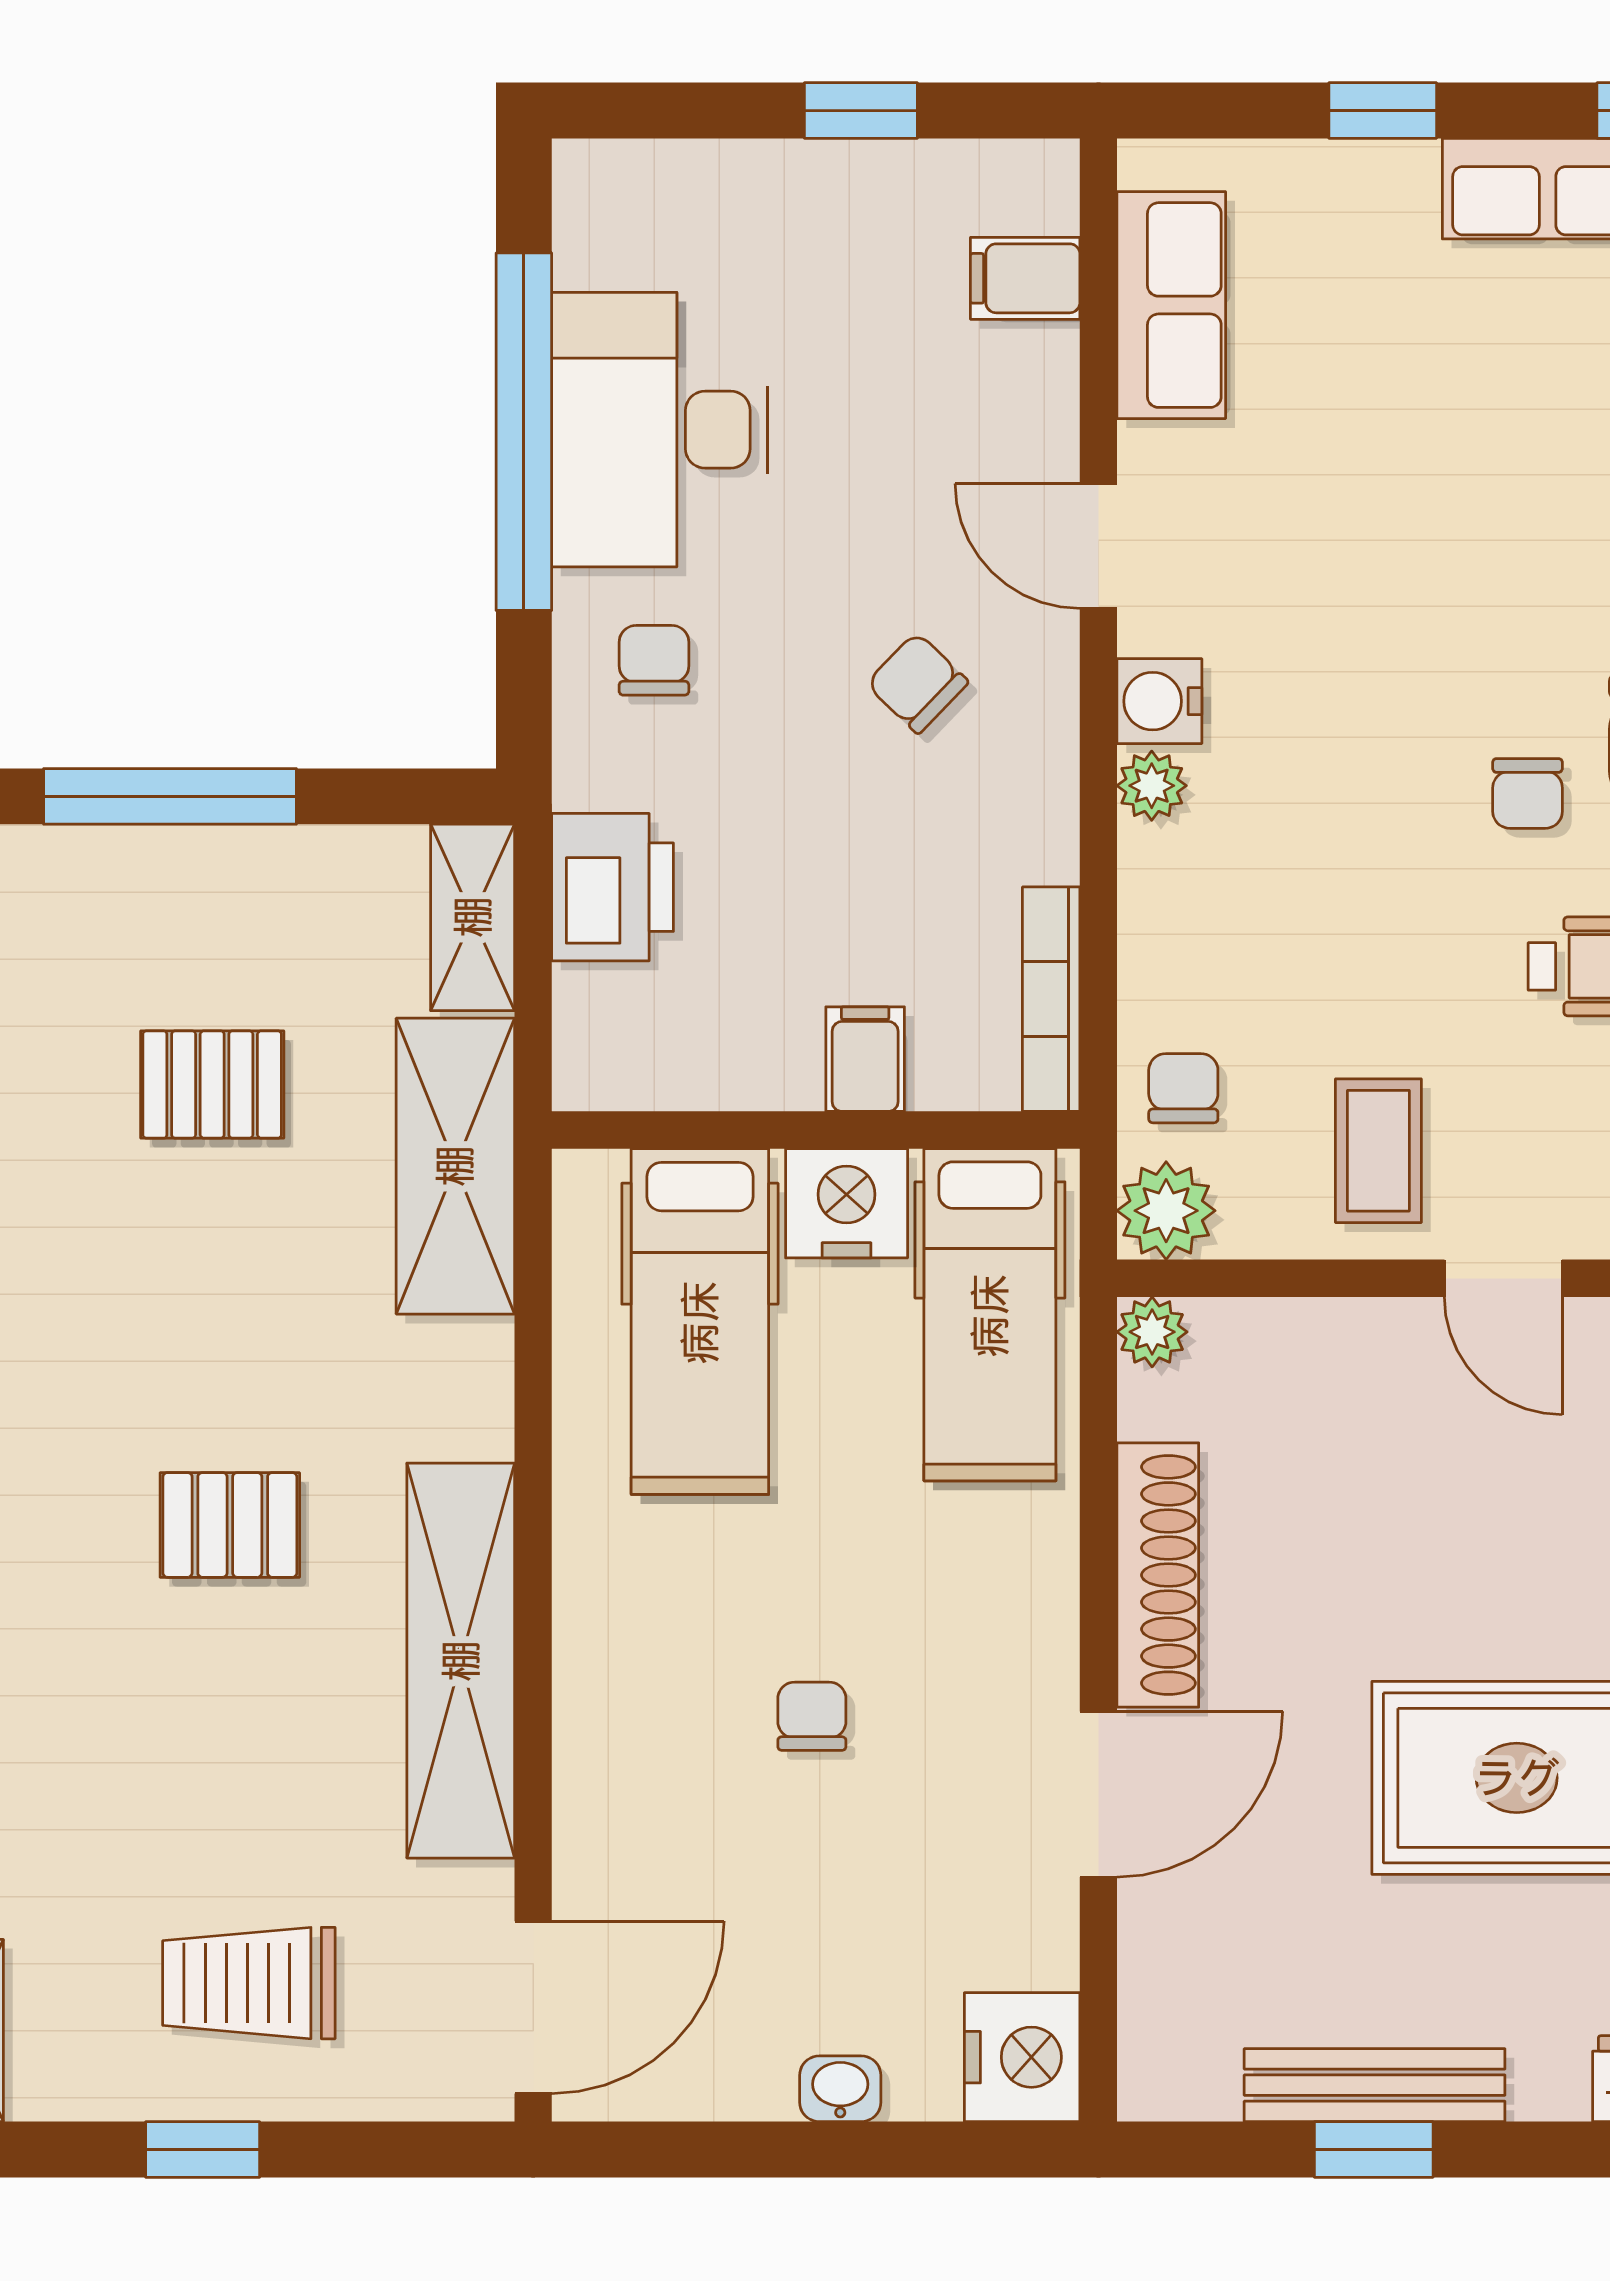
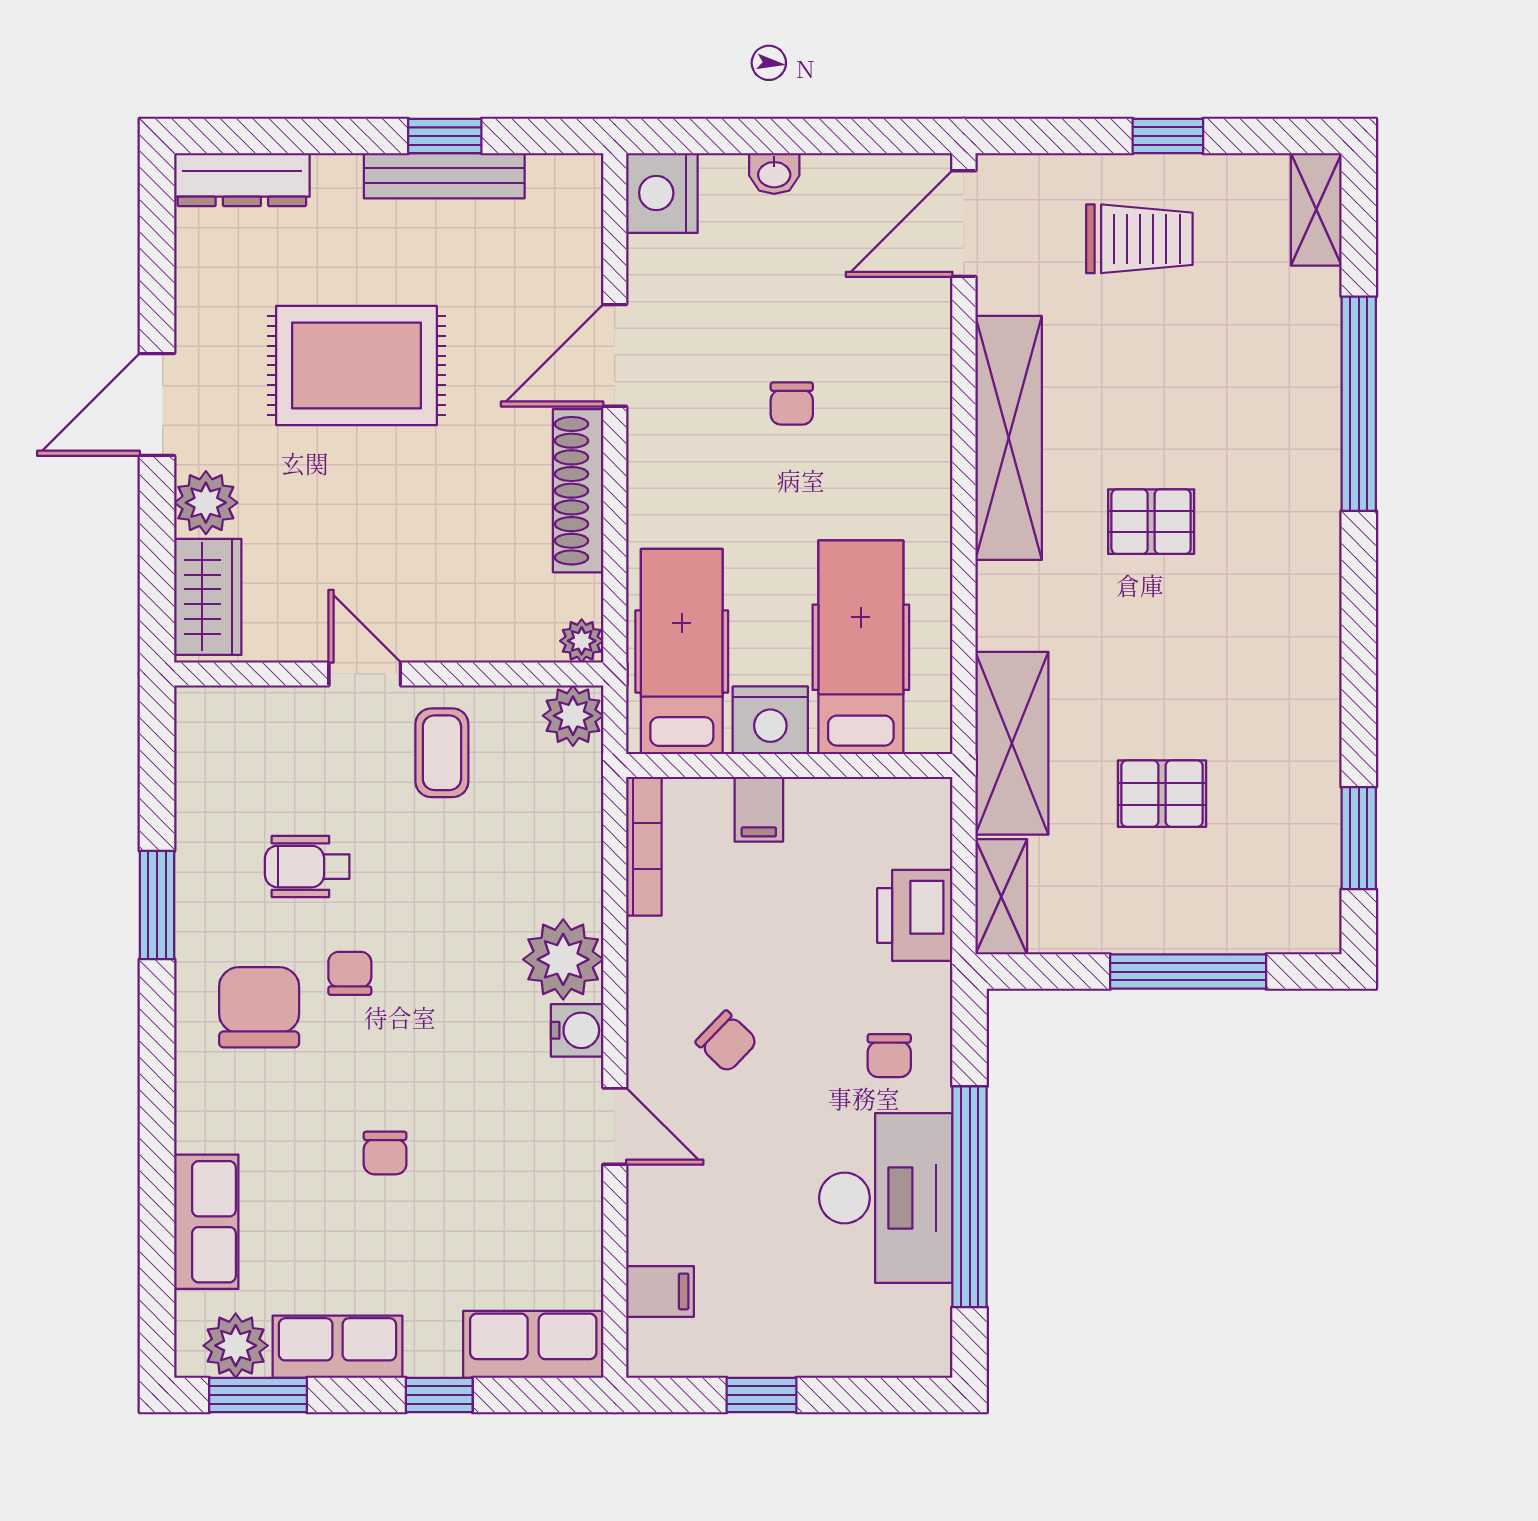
row of seats: (1171, 305) -> (533, 1344), moved, turned 90
plant: (1152, 786) -> (563, 959), width x1.87, depth x1.87
chair: (1183, 1088) -> (385, 1153), moved

